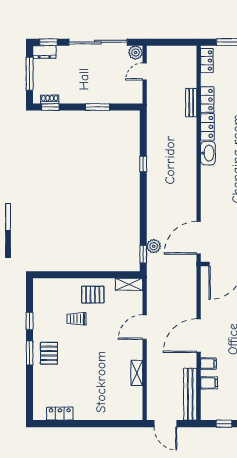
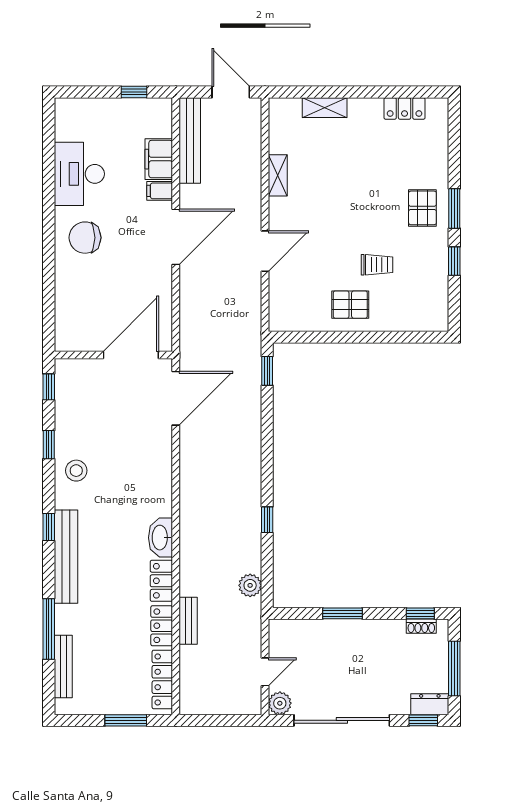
locker: (207, 61) -> (162, 679), width x1.53
plant: (154, 246) -> (250, 585), moved
shelving: (129, 284) -> (325, 108), moved
filing cabinet: (209, 383) -> (159, 159), width x2.00

